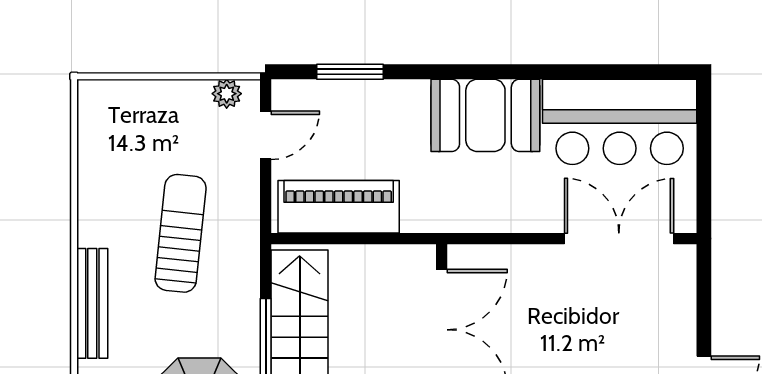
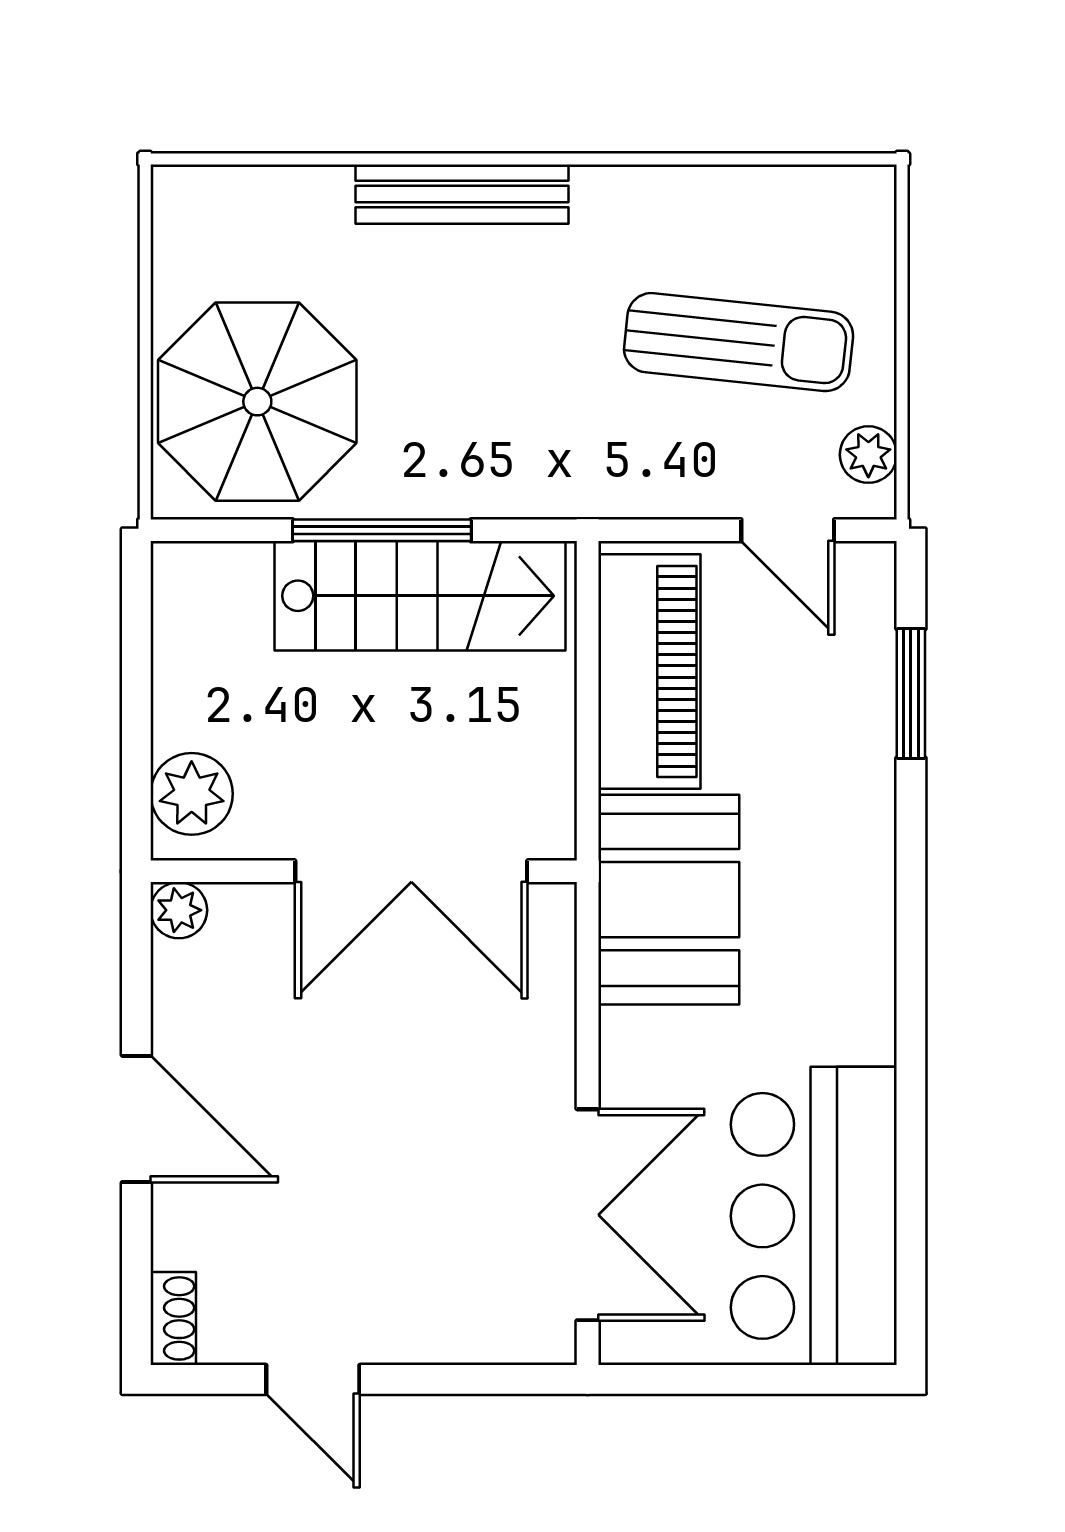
booth: (485, 115) -> (669, 900), moved
sun lounger: (181, 233) -> (739, 342), moved

